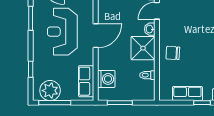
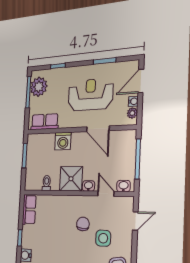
side table: (198, 11) -> (103, 238), added
door: (96, 36) -> (98, 129), moved
chair: (173, 53) -> (83, 224), moved
washing machine: (106, 79) -> (63, 141), moved
row of seats: (187, 94) -> (29, 209), moved

